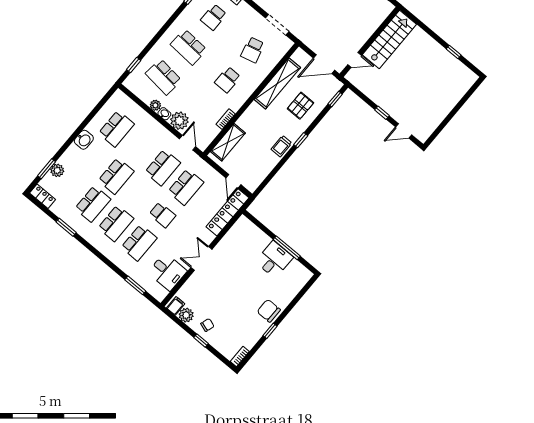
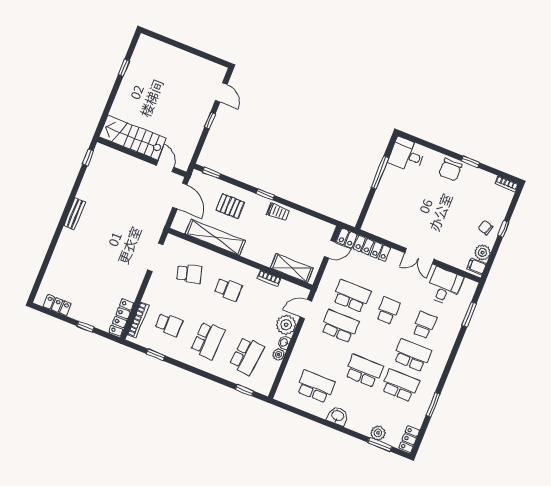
school desk: (139, 243) -> (424, 325), width x0.54
desk: (274, 260) -> (407, 155), moved

